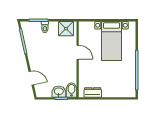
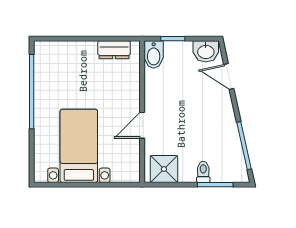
door: (78, 52) -> (142, 125), hinge flipped
washbasin: (59, 92) -> (206, 51), moved

